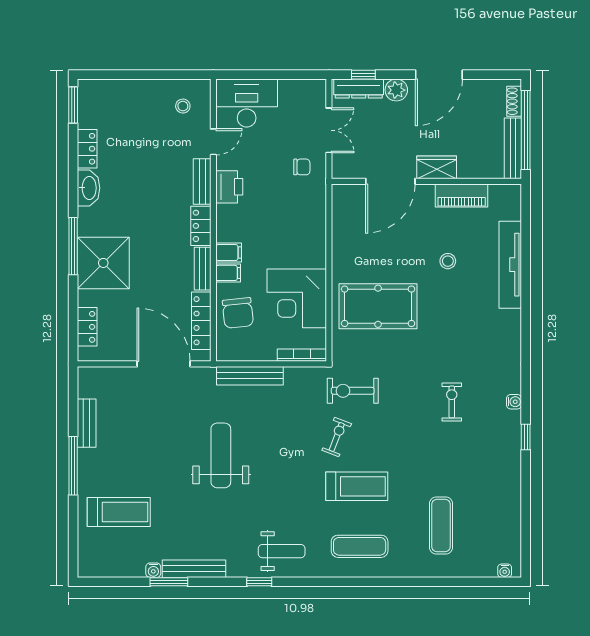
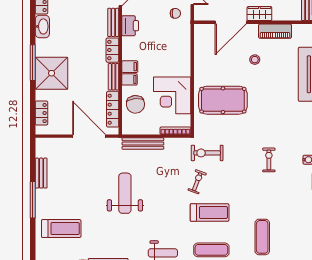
stool: (448, 261) -> (255, 60), moved

